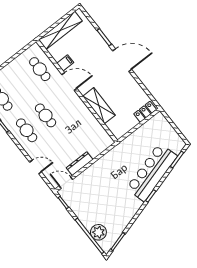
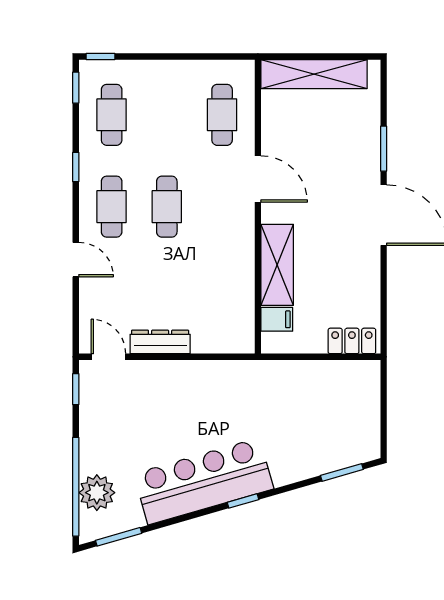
filing cabinet: (65, 63) -> (277, 319), moved
door: (35, 167) -> (76, 260), moved
bar counter: (152, 172) -> (204, 481), moved

